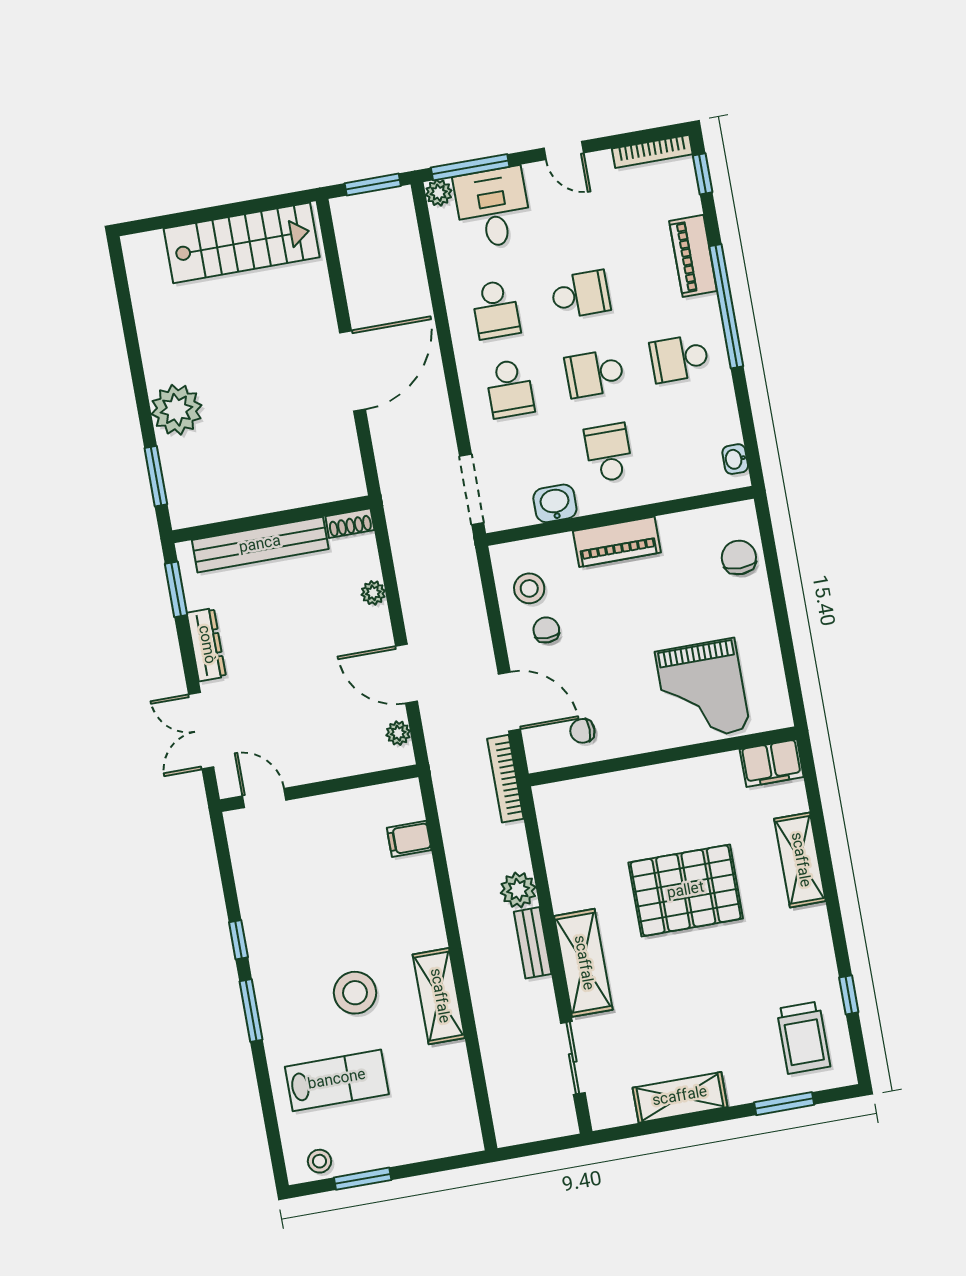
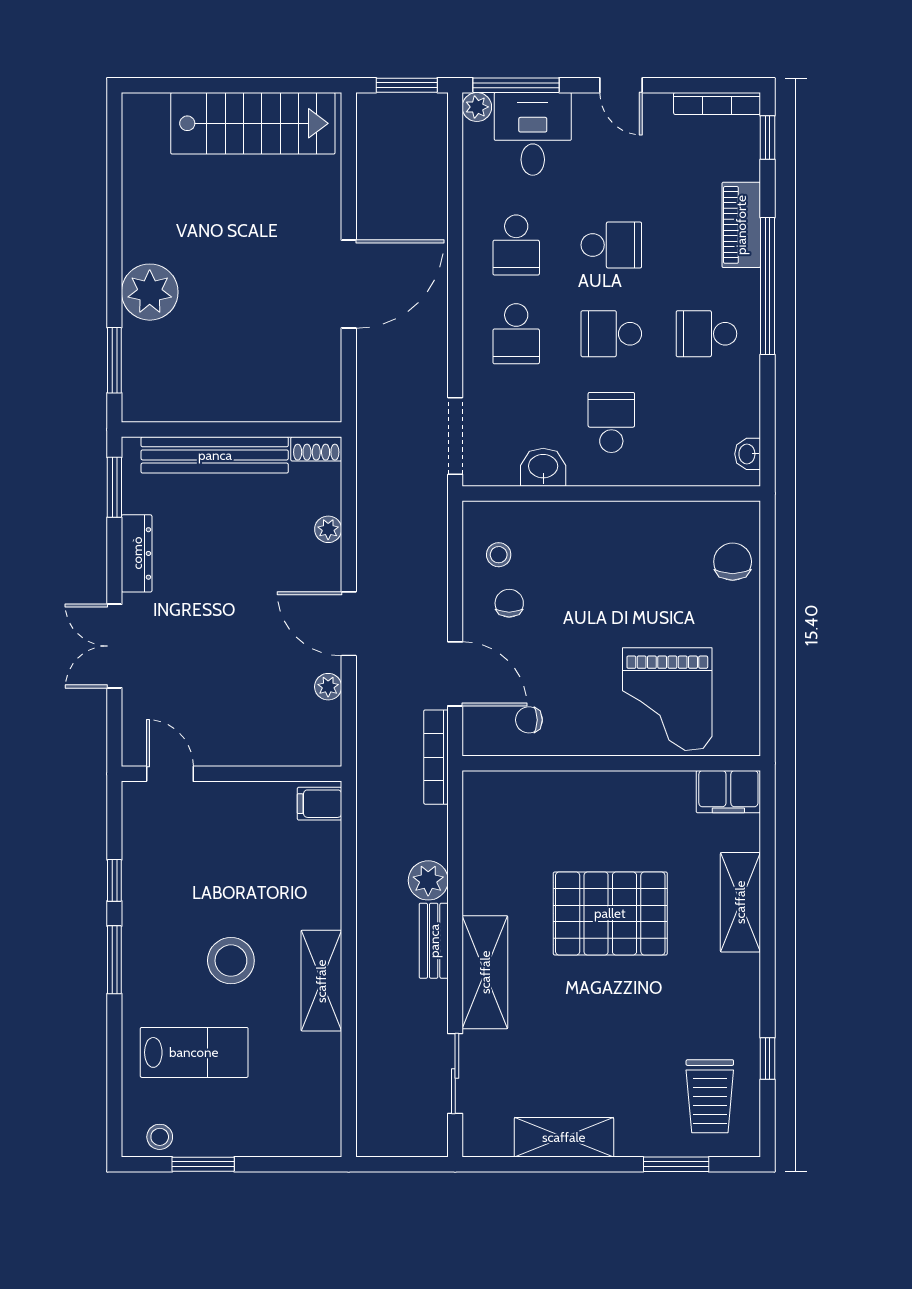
piano: (617, 542) -> (603, 521), removed
stool: (529, 588) -> (499, 555), width x0.73, depth x0.73
wall: (319, 788) -> (232, 774), moved
door: (264, 798) -> (170, 774), moved

